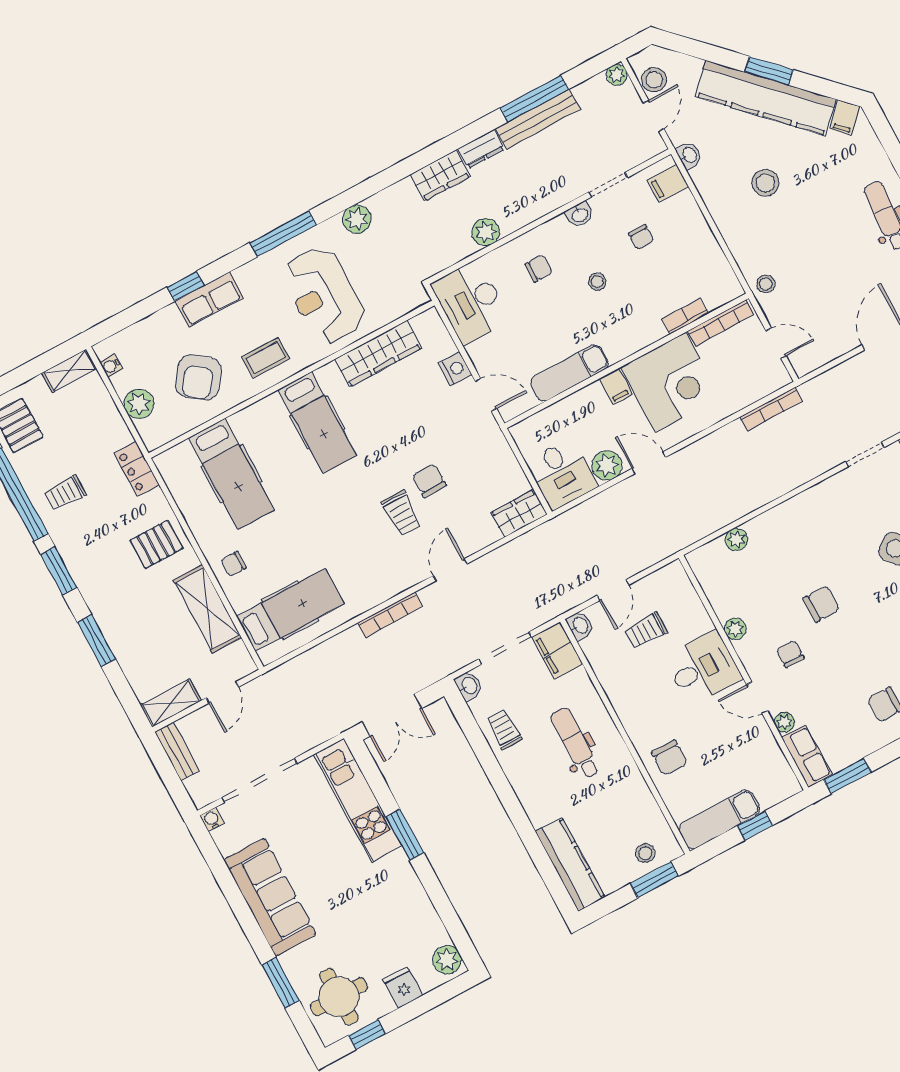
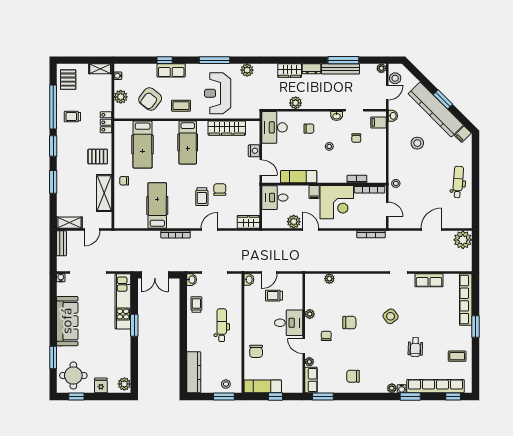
desk: (562, 474) -> (275, 198), moved, turned 90
hospital bed: (290, 610) -> (157, 205), moved, turned -90
filing cabinet: (557, 651) -> (234, 285), removed

